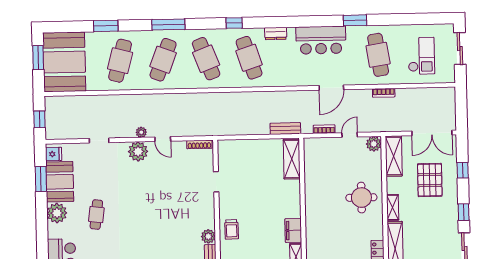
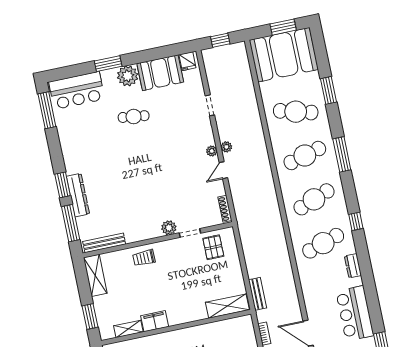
cafe table: (163, 60) -> (305, 155), turned -36
plant: (138, 151) -> (212, 151), width x0.53, depth x0.53
pallet: (234, 162) -> (213, 247), added
window: (41, 179) -> (108, 64), moved
plant: (208, 236) -> (169, 228), moved

